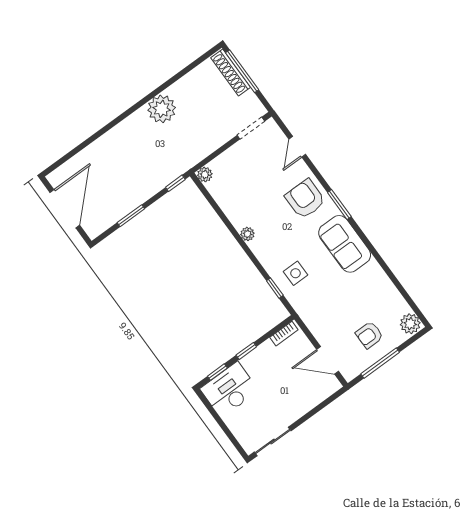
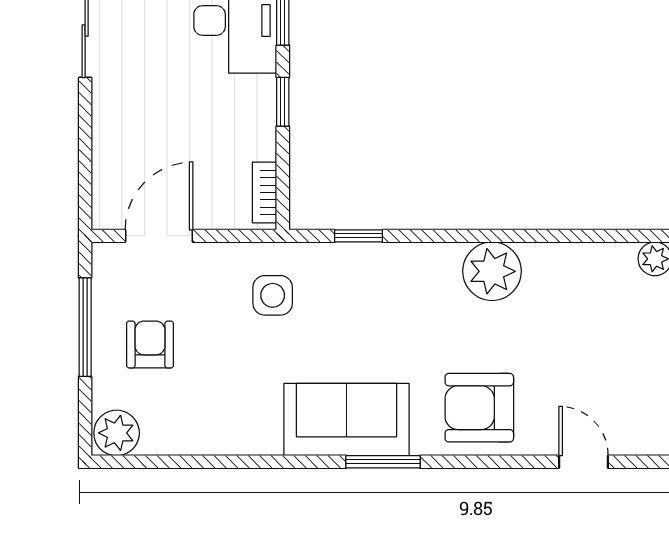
armchair: (305, 199) -> (479, 408), turned 180
window: (339, 204) -> (383, 462), moved
plant: (247, 234) -> (492, 271), width x1.88, depth x1.88
side table: (296, 273) -> (273, 295), moved

